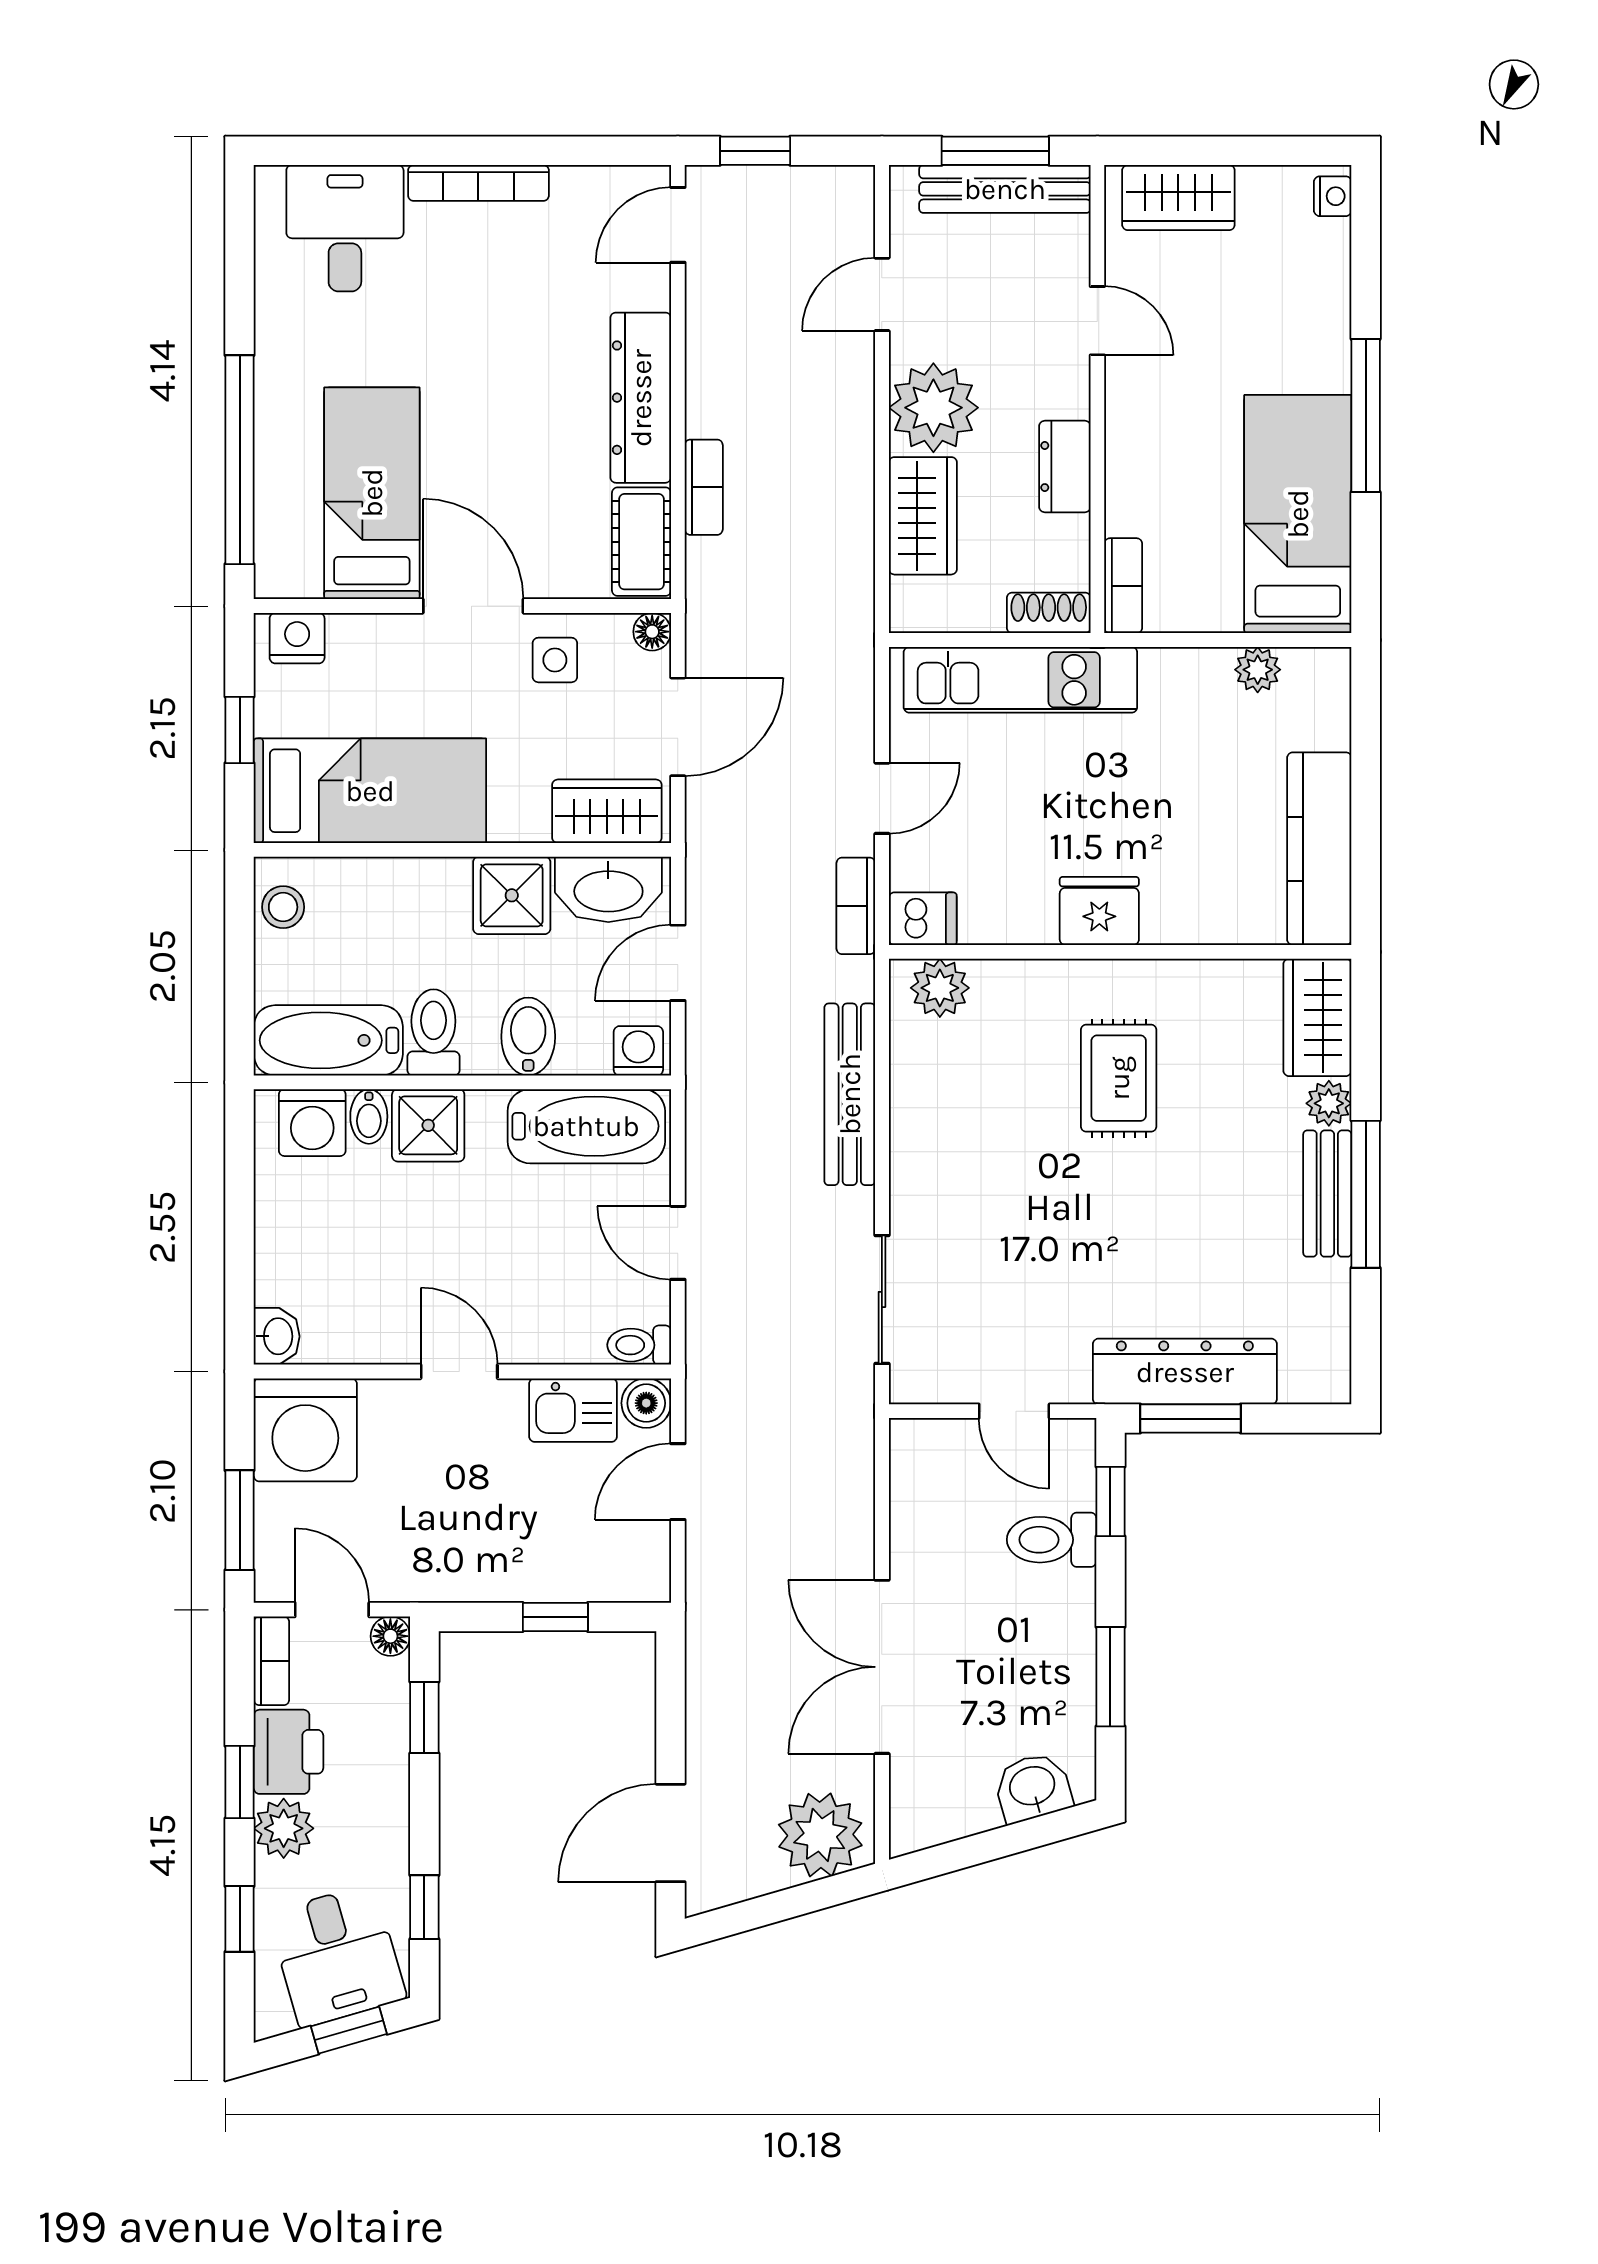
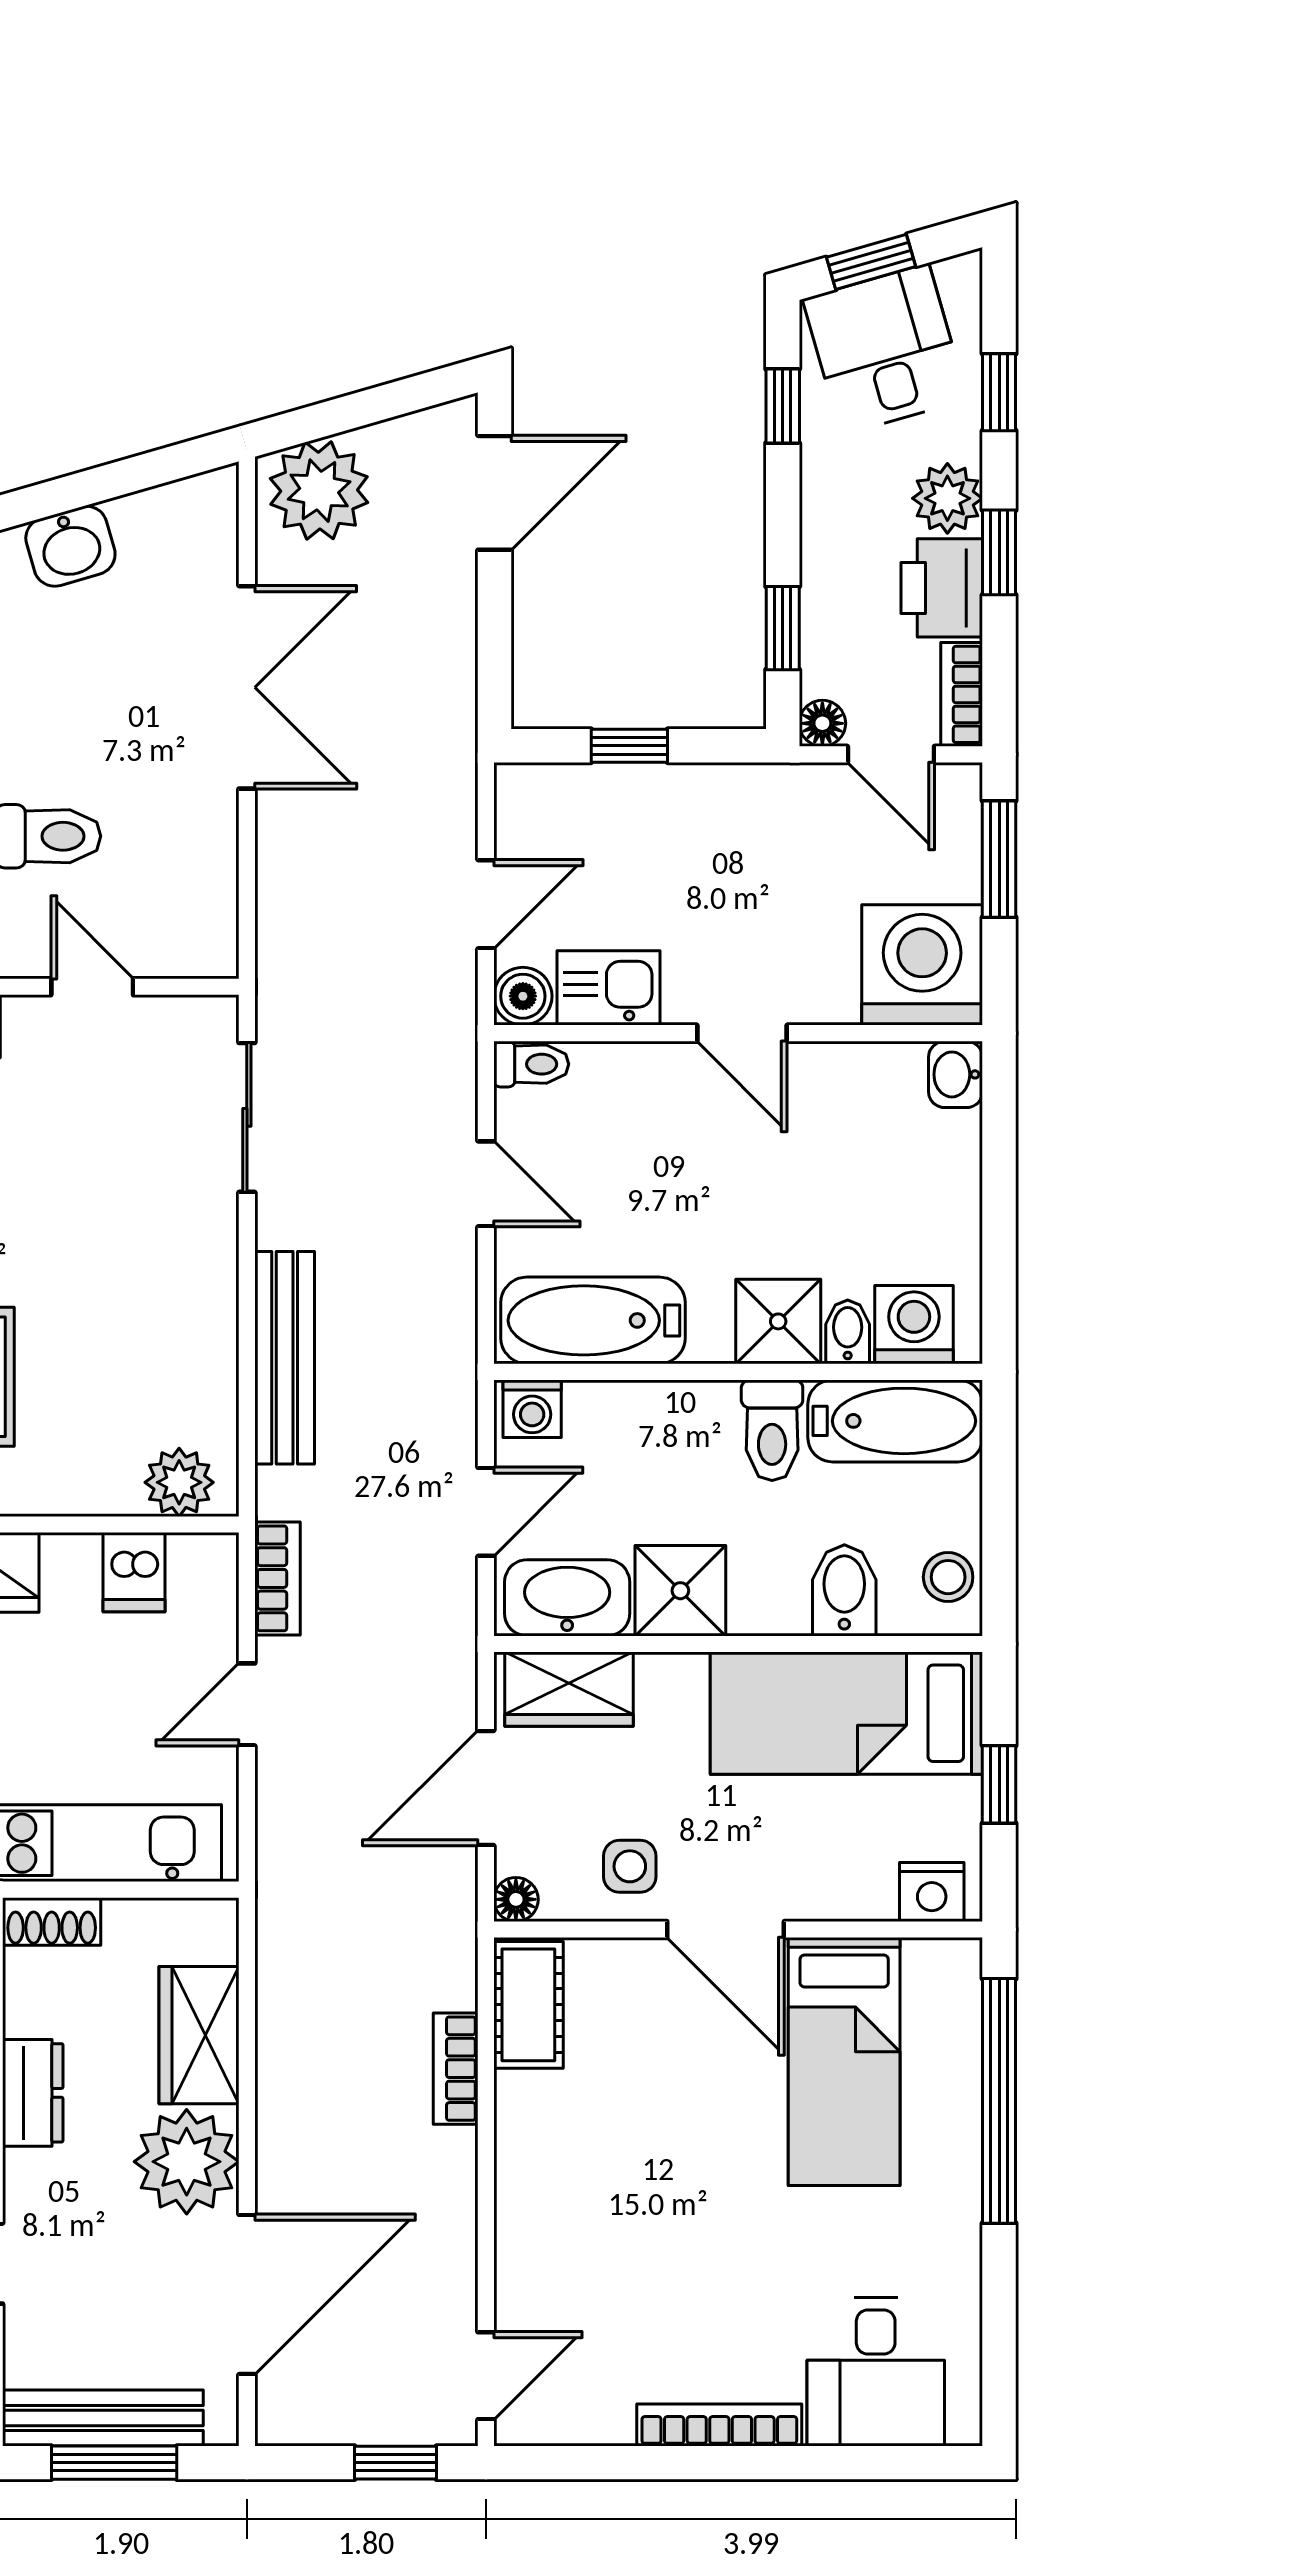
door: (882, 294) -> (247, 2294), width x1.88
dresser: (641, 398) -> (529, 2173), removed
dishwasher: (923, 919) -> (134, 1572), moved, turned -90
bidet: (528, 1037) -> (844, 1590), moved, turned 180

